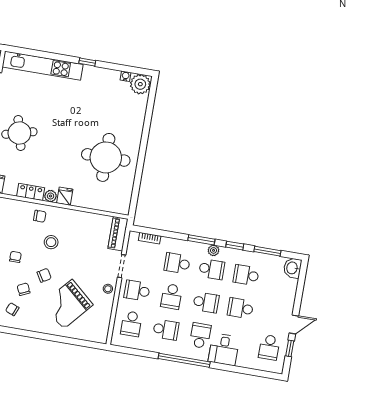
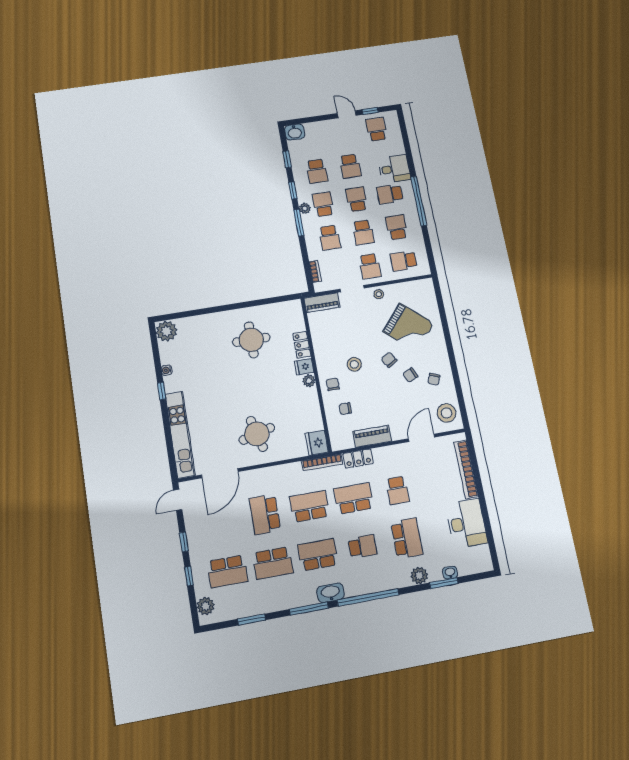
water cooler: (126, 76) -> (167, 370), moved
round table: (106, 157) -> (251, 340), width x0.73, depth x0.73
locker: (31, 192) -> (302, 345), moved
window: (267, 251) -> (287, 159), width x0.67
chair: (15, 257) -> (345, 409), moved
school desk: (171, 296) -> (363, 232), turned 90
school desk: (131, 324) -> (404, 261), turned 180
school desk: (269, 347) -> (376, 129), turned -90

